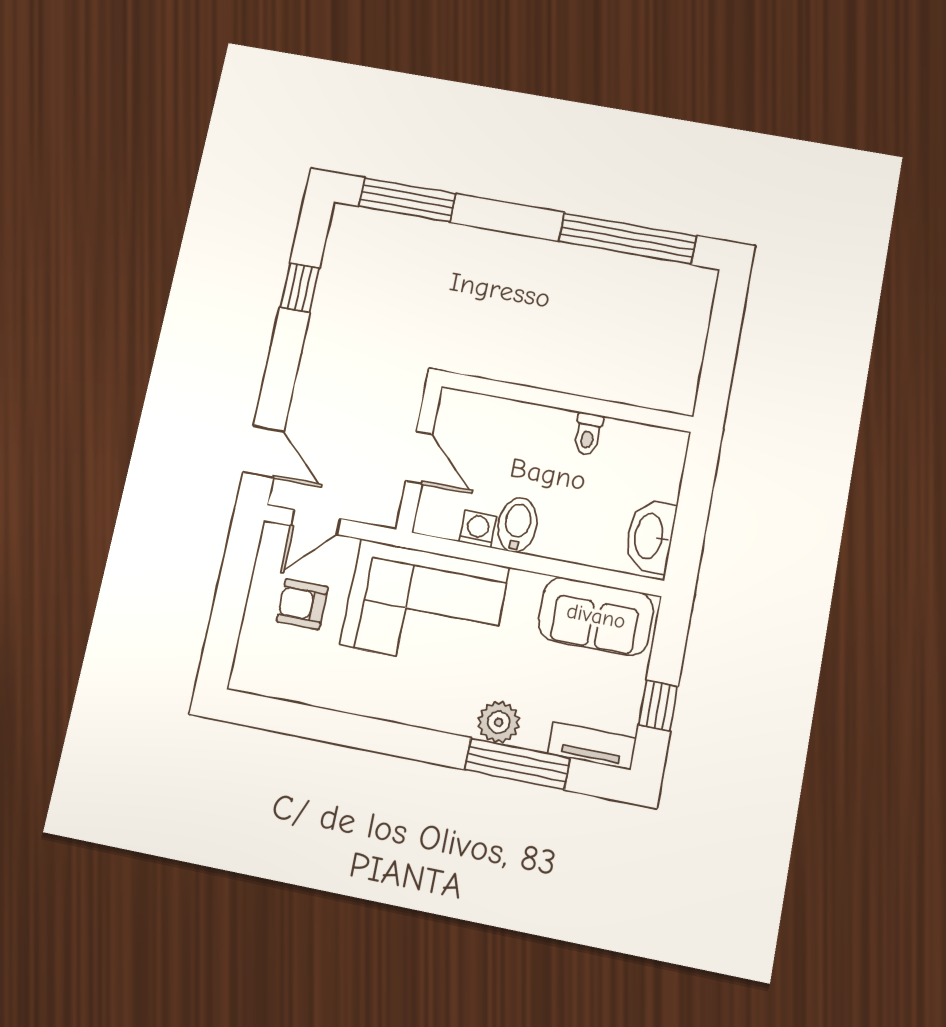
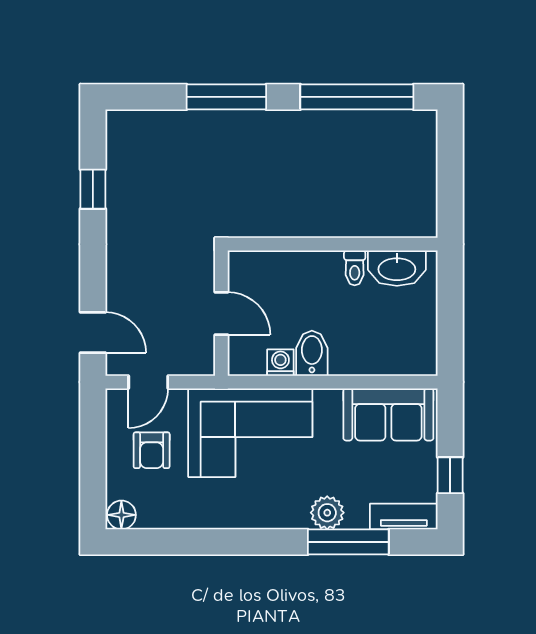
window: (407, 200) -> (226, 97), moved
washbasin: (650, 536) -> (397, 268), moved, turned -90
armchair: (302, 604) -> (152, 450), turned -90
floor lamp: (249, 676) -> (121, 515), added

